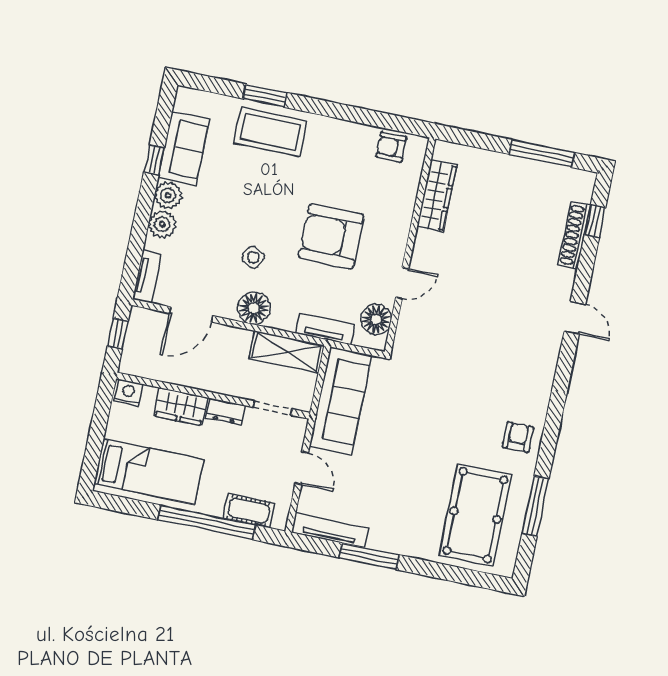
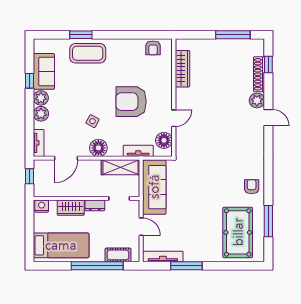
armchair: (391, 147) -> (153, 48), turned -90
plant: (560, 282) -> (257, 100), added

